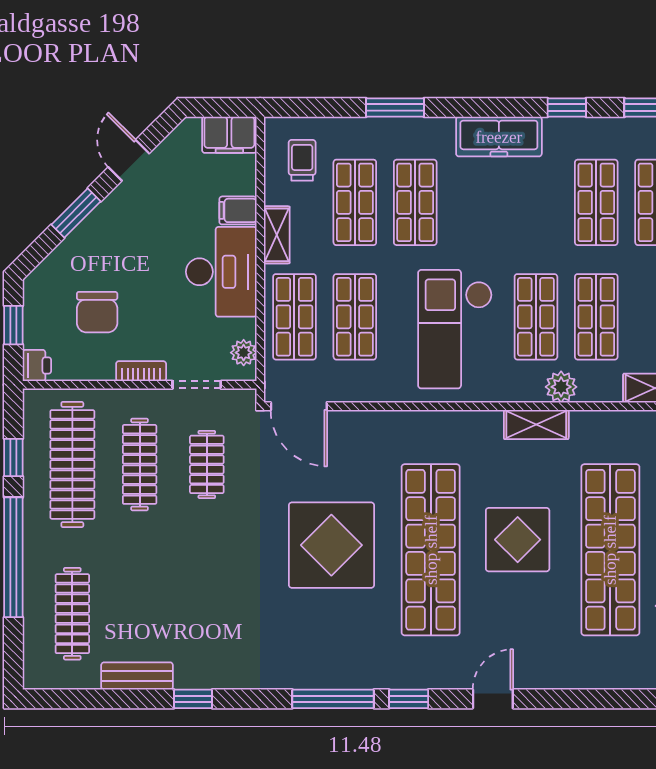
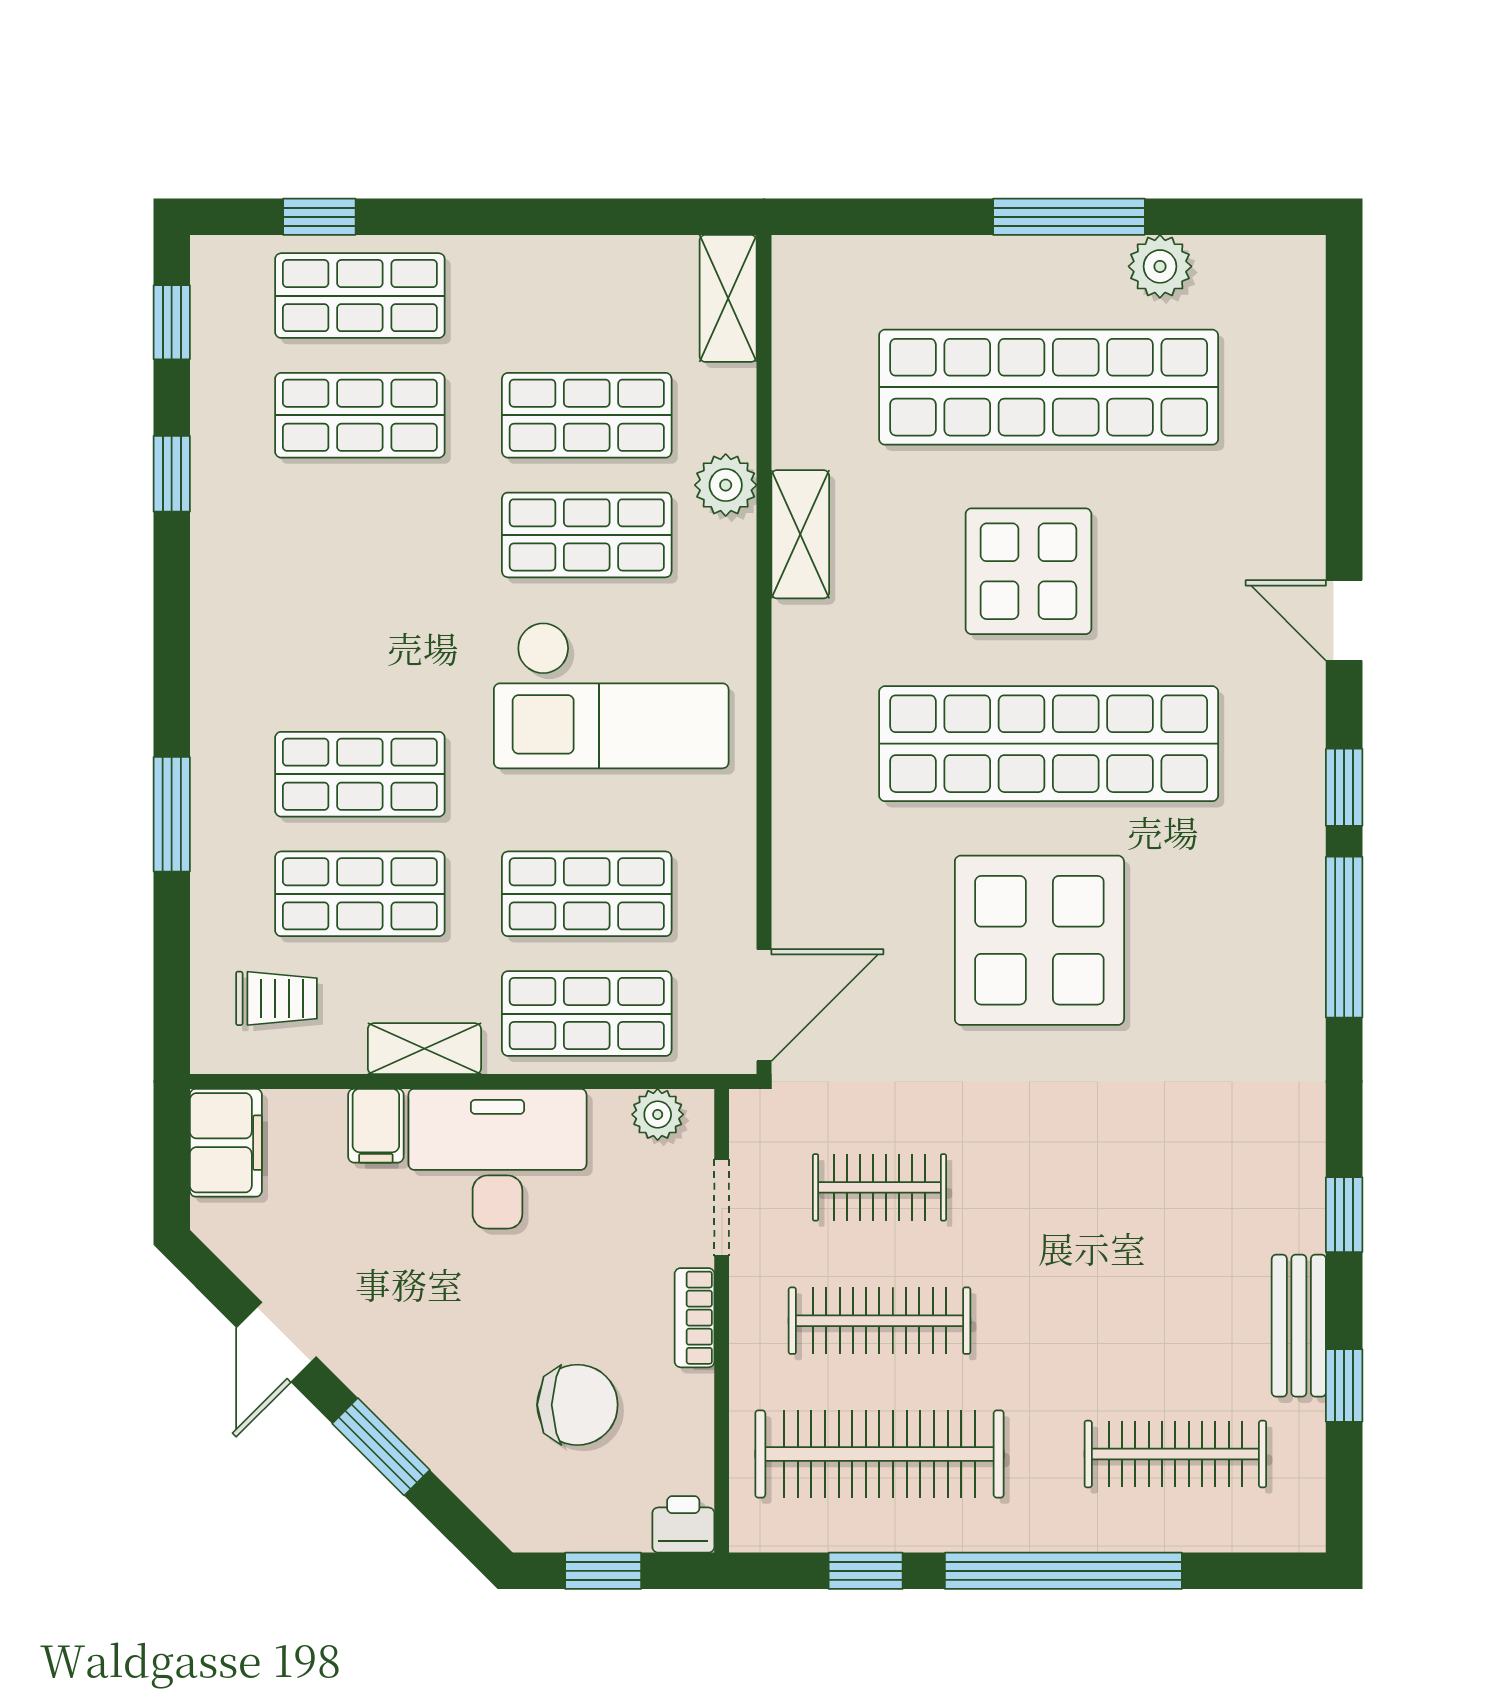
freezer: (499, 137) -> (229, 608), removed
door: (129, 160) -> (276, 1342), hinge flipped
trolley: (302, 160) -> (276, 998), turned 180
window: (107, 699) -> (1344, 1385), added

